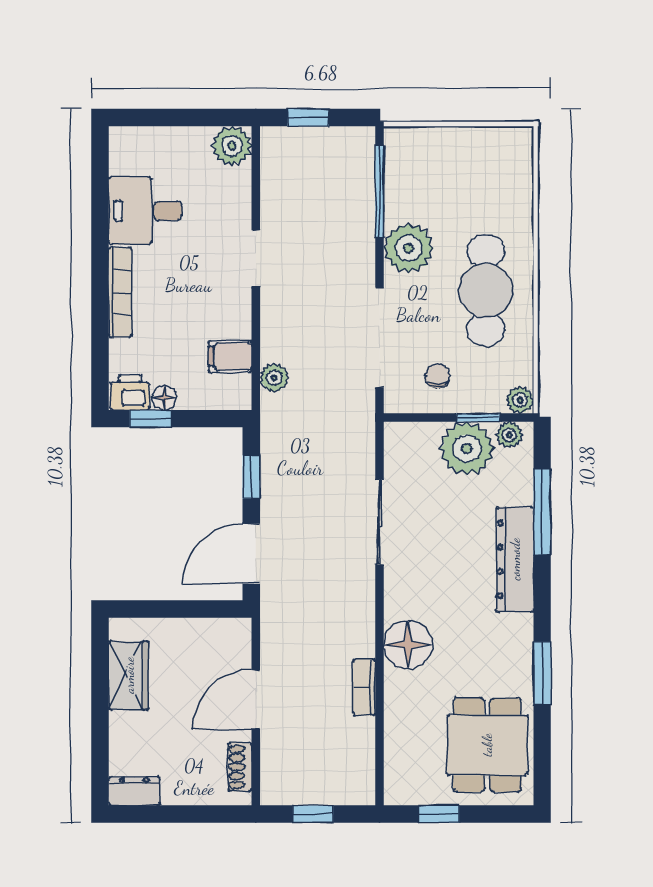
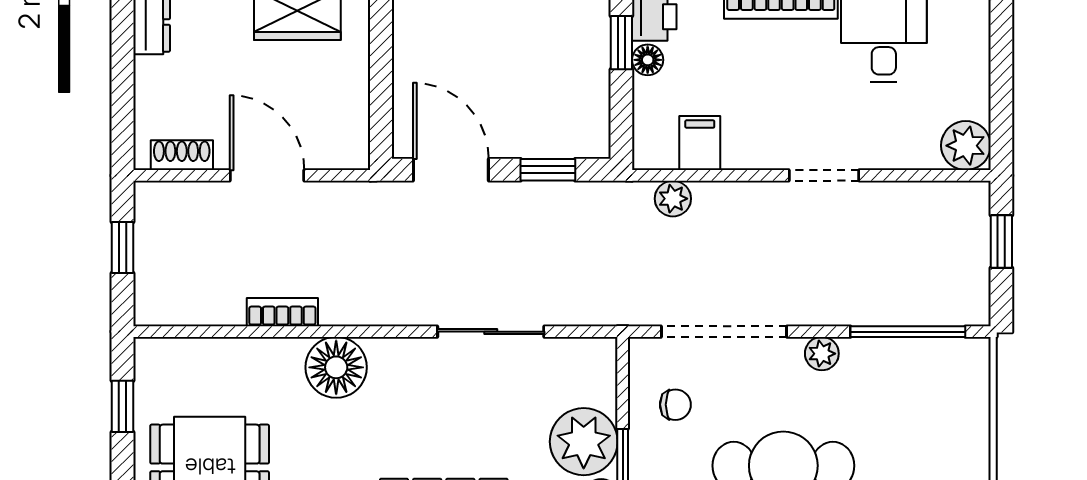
plant: (409, 248) -> (822, 354), width x0.53, depth x0.53

